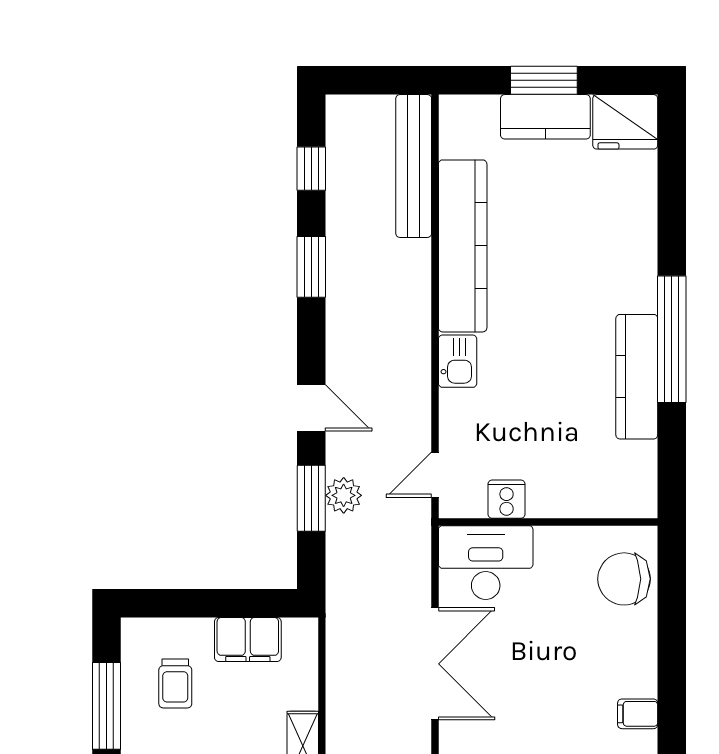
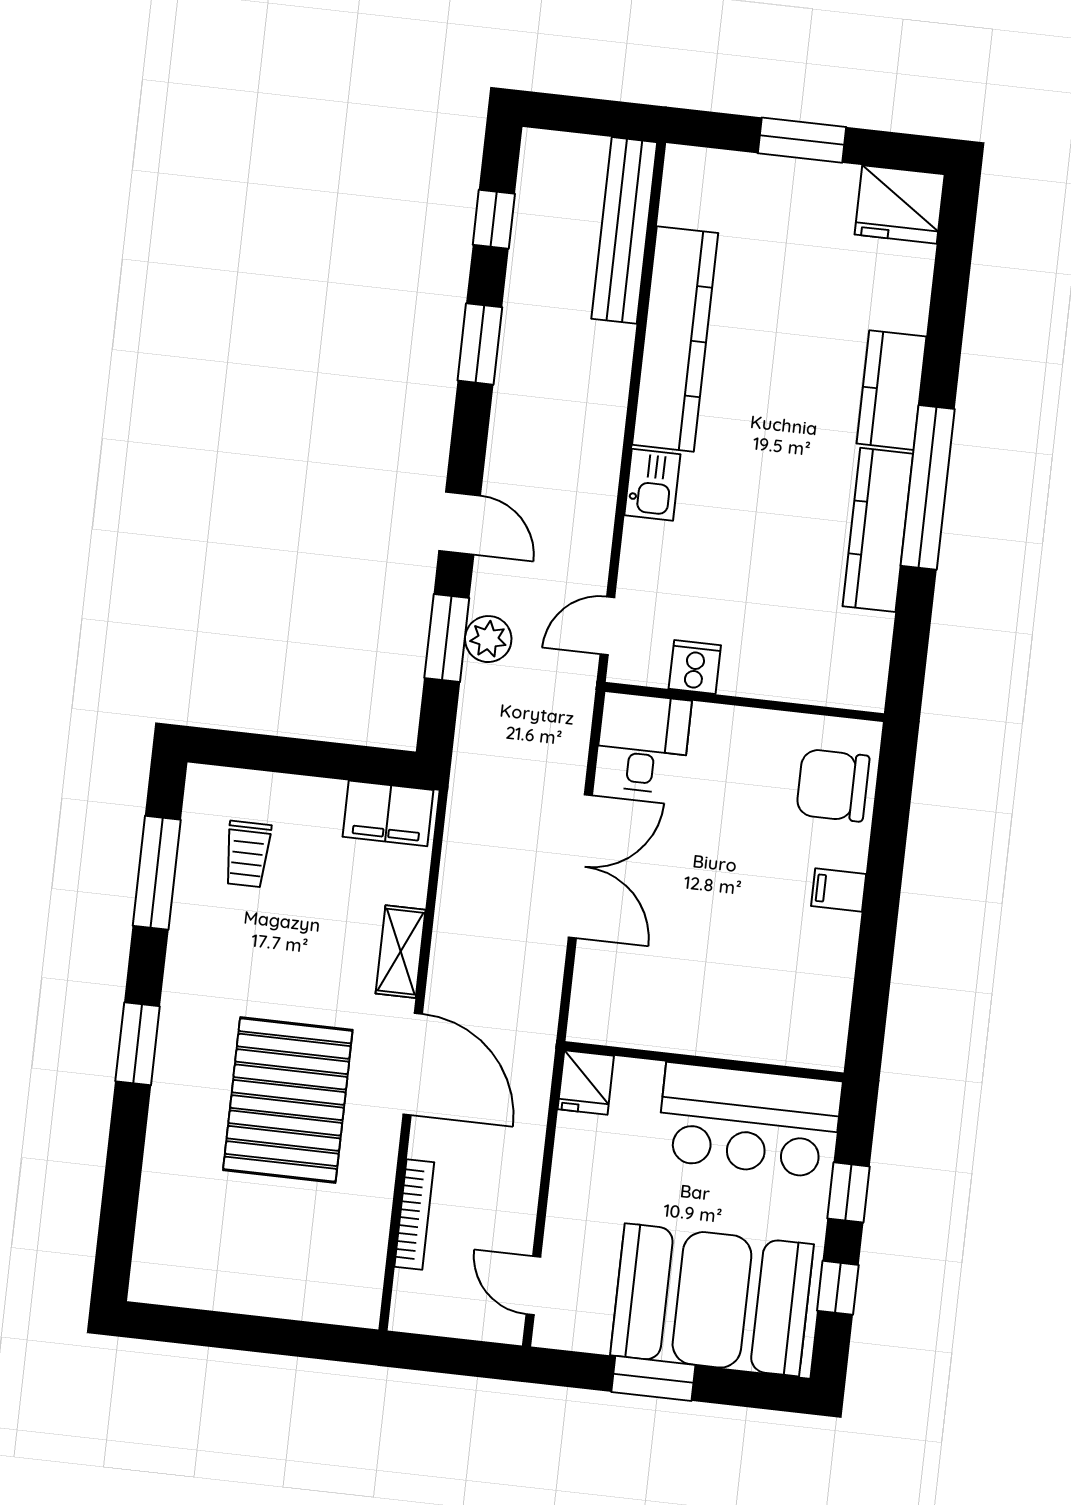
kitchen counter: (545, 117) -> (892, 390), moved, turned 90
desk: (486, 563) -> (643, 743), width x0.73
filing cabinet: (248, 640) -> (388, 813), moved
filing cabinet: (638, 714) -> (839, 890), moved

